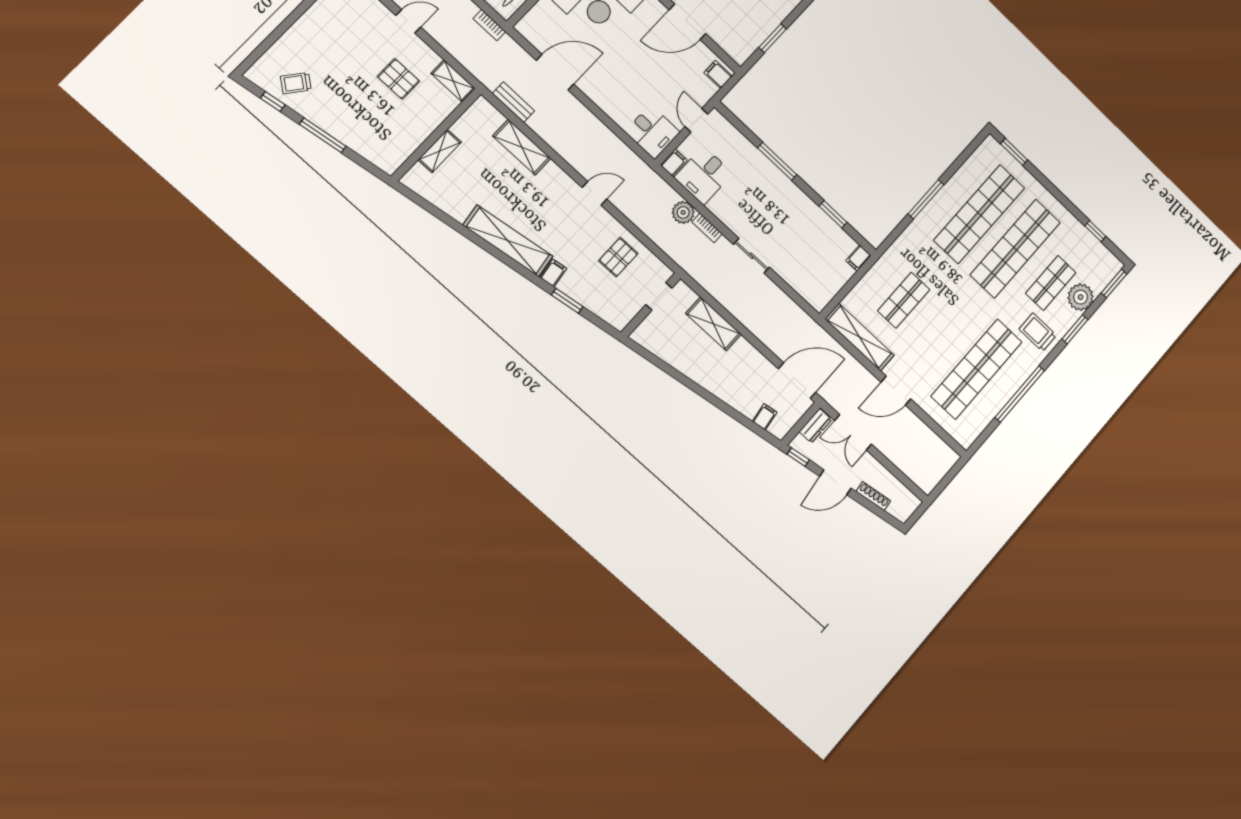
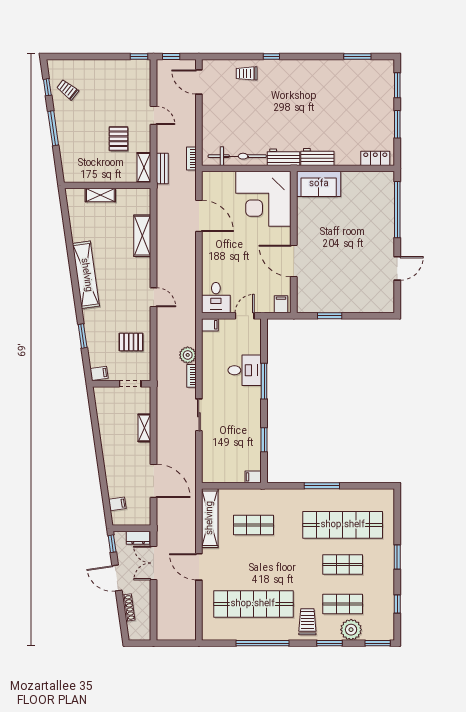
bench: (513, 102) -> (162, 168), moved
window: (1014, 152) -> (397, 557), moved
desk: (704, 175) -> (245, 370), moved, turned 180
shop shelf: (1015, 249) -> (343, 564), width x0.50, depth x0.74
filing cabinet: (553, 273) -> (99, 373), moved
shelving: (713, 324) -> (144, 428), width x0.67, depth x0.75
door: (797, 381) -> (154, 481), moved

